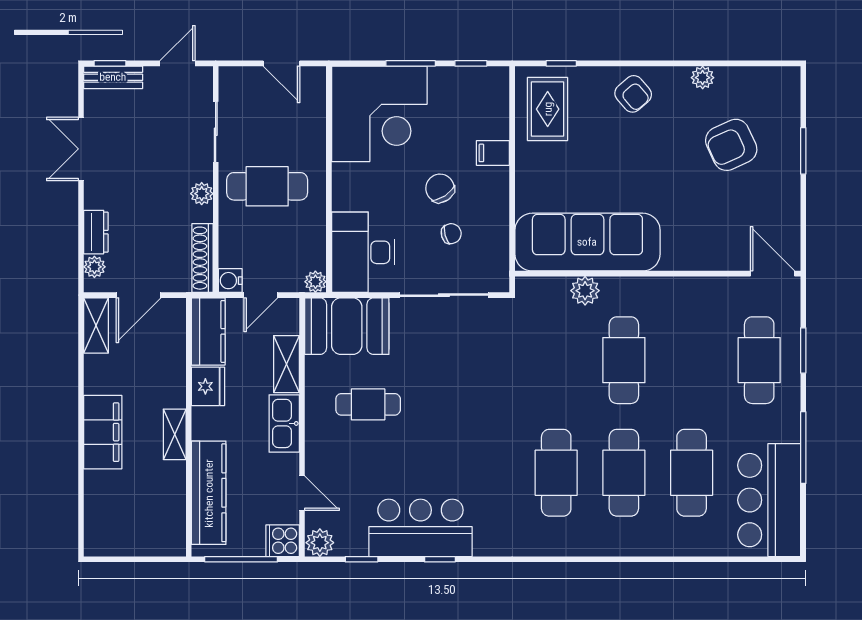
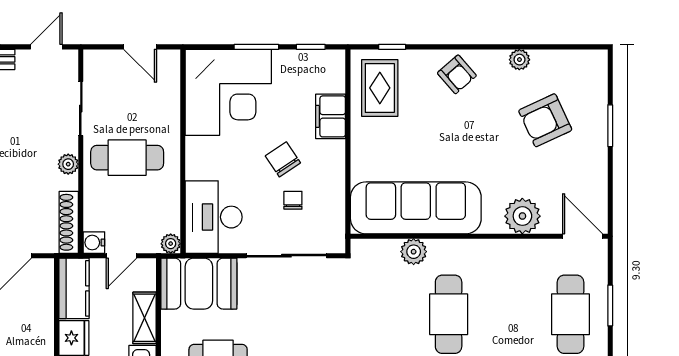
filing cabinet: (493, 153) -> (331, 116), width x2.00
chair: (451, 234) -> (293, 200), turned -75
plant: (706, 251) -> (522, 216), added

